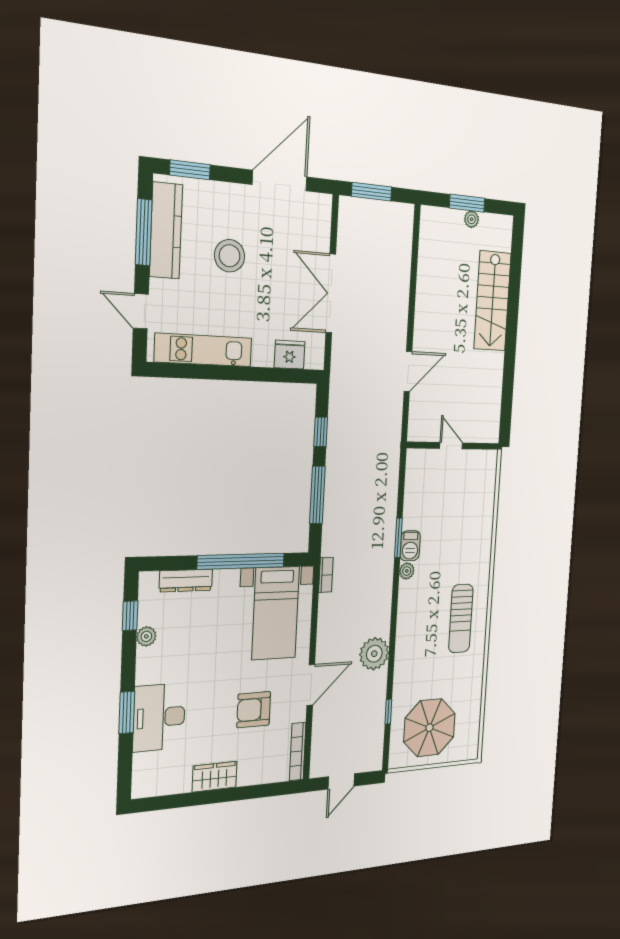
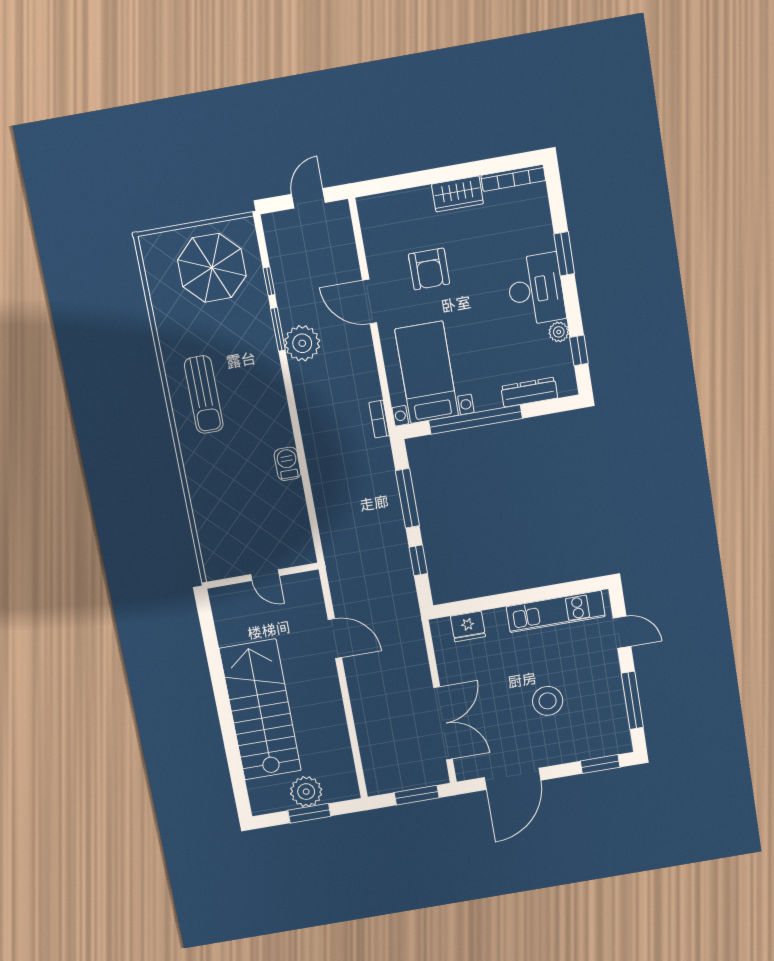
plant: (472, 219) -> (306, 792), width x1.87, depth x1.87
kitchen counter: (166, 231) -> (612, 707), removed
double door: (331, 293) -> (443, 723), moved
stairs: (493, 301) -> (260, 710), width x1.36, depth x1.51
door: (408, 371) -> (335, 639), swing flipped
window: (398, 538) -> (278, 329), moved
plant: (407, 571) -> (285, 437), removed
sun lounger: (461, 618) -> (204, 395), turned 180
door: (311, 685) -> (370, 302), hinge flipped
armchair: (254, 710) -> (429, 269), turned 90
desk: (159, 717) -> (536, 289), moved
bookcase: (298, 752) -> (513, 178), moved, turned 90

